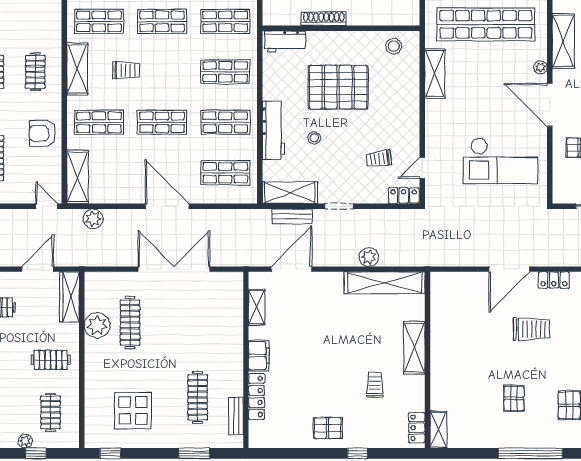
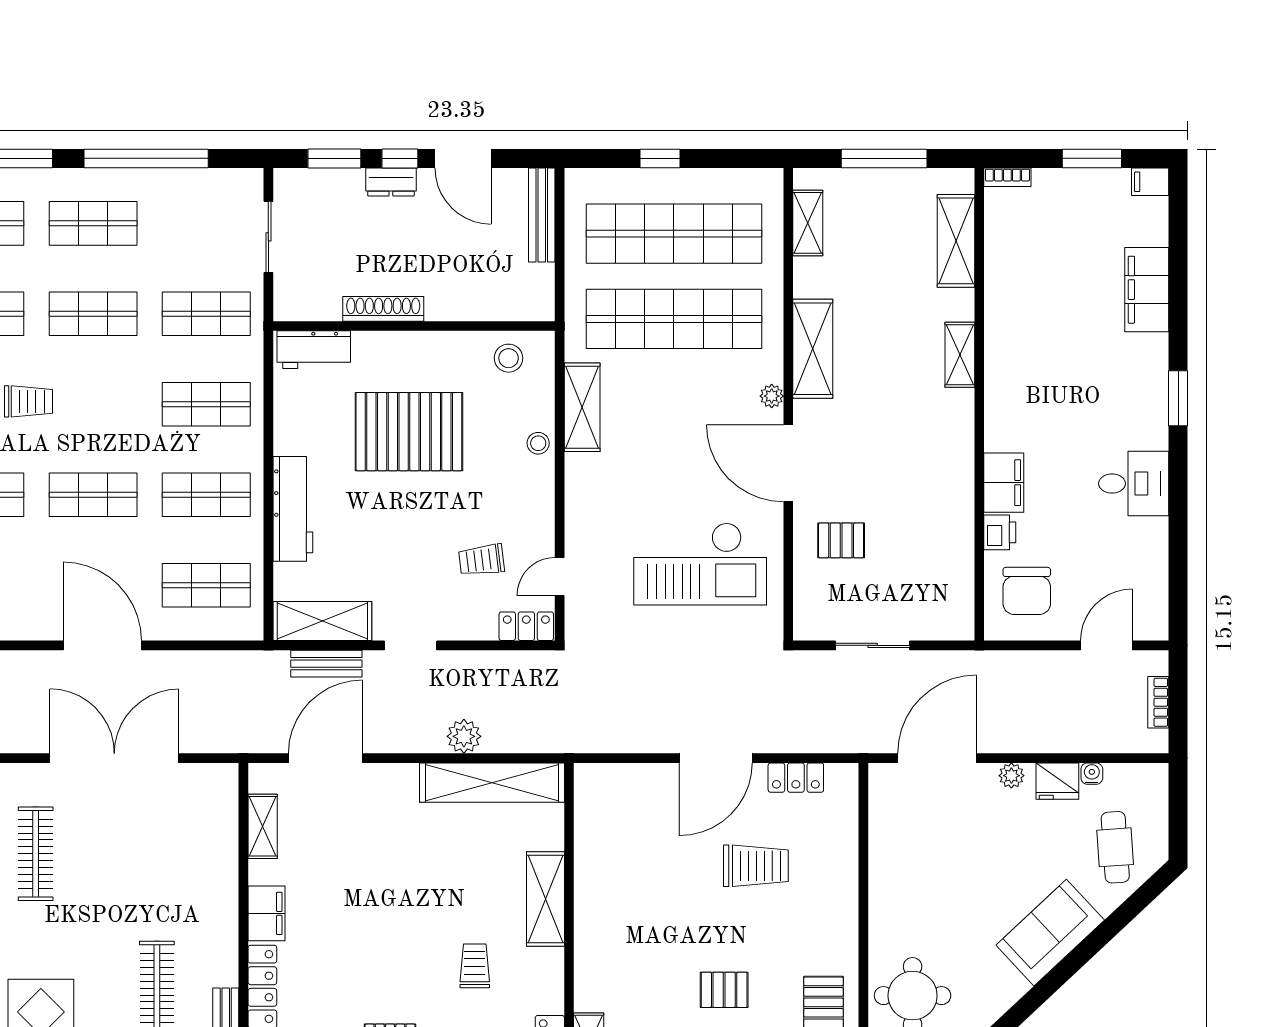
stool: (314, 138) -> (538, 443), moved
pallet: (514, 398) -> (724, 990), turned 90

